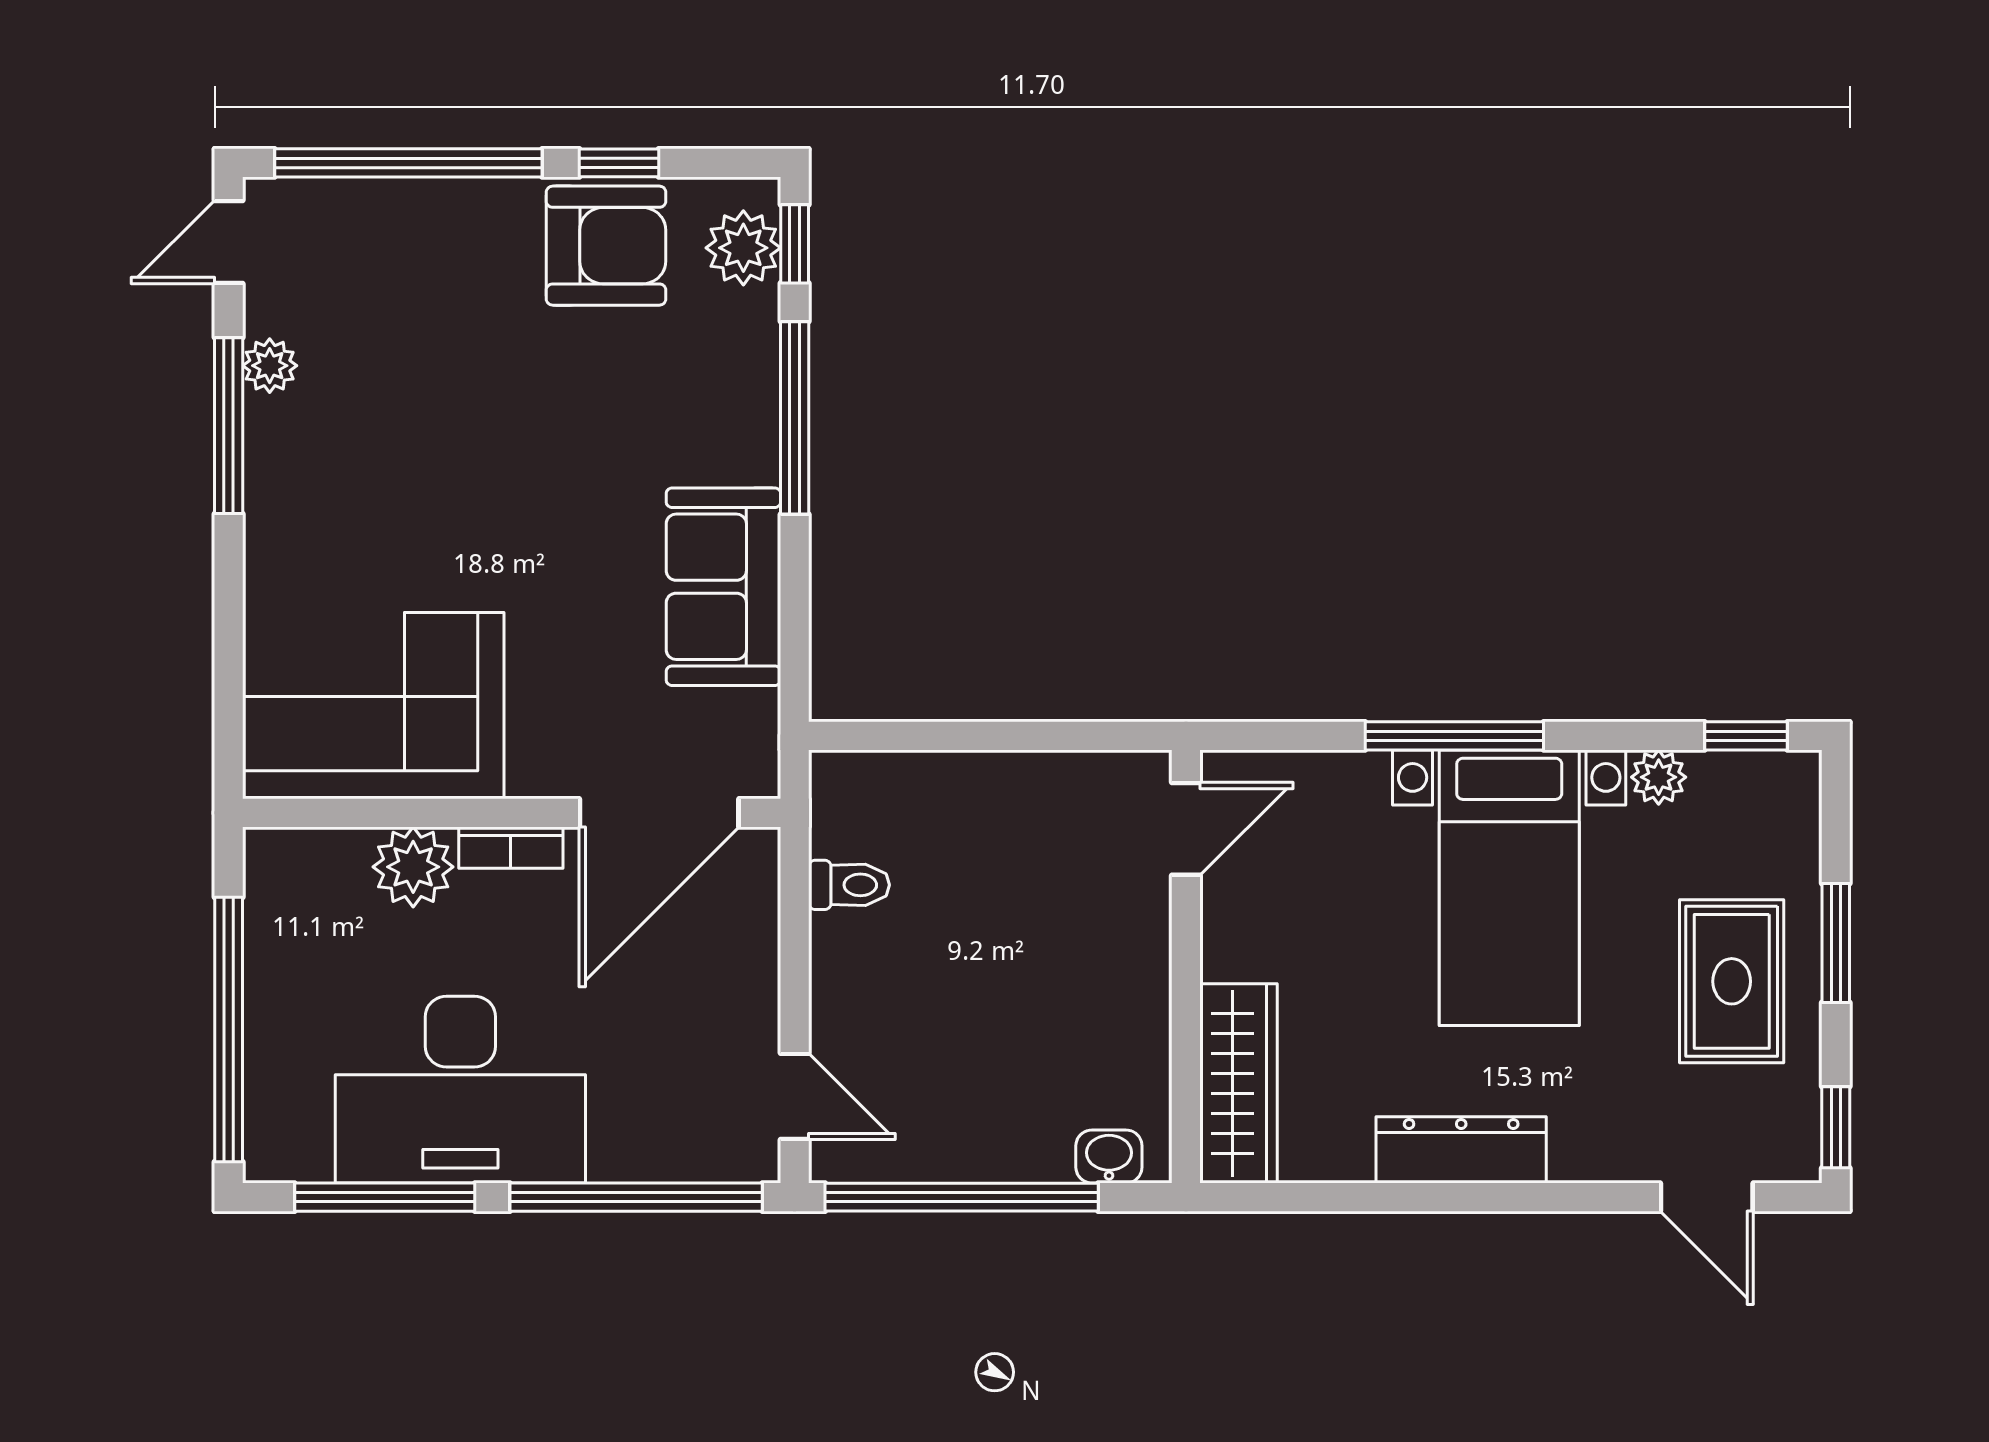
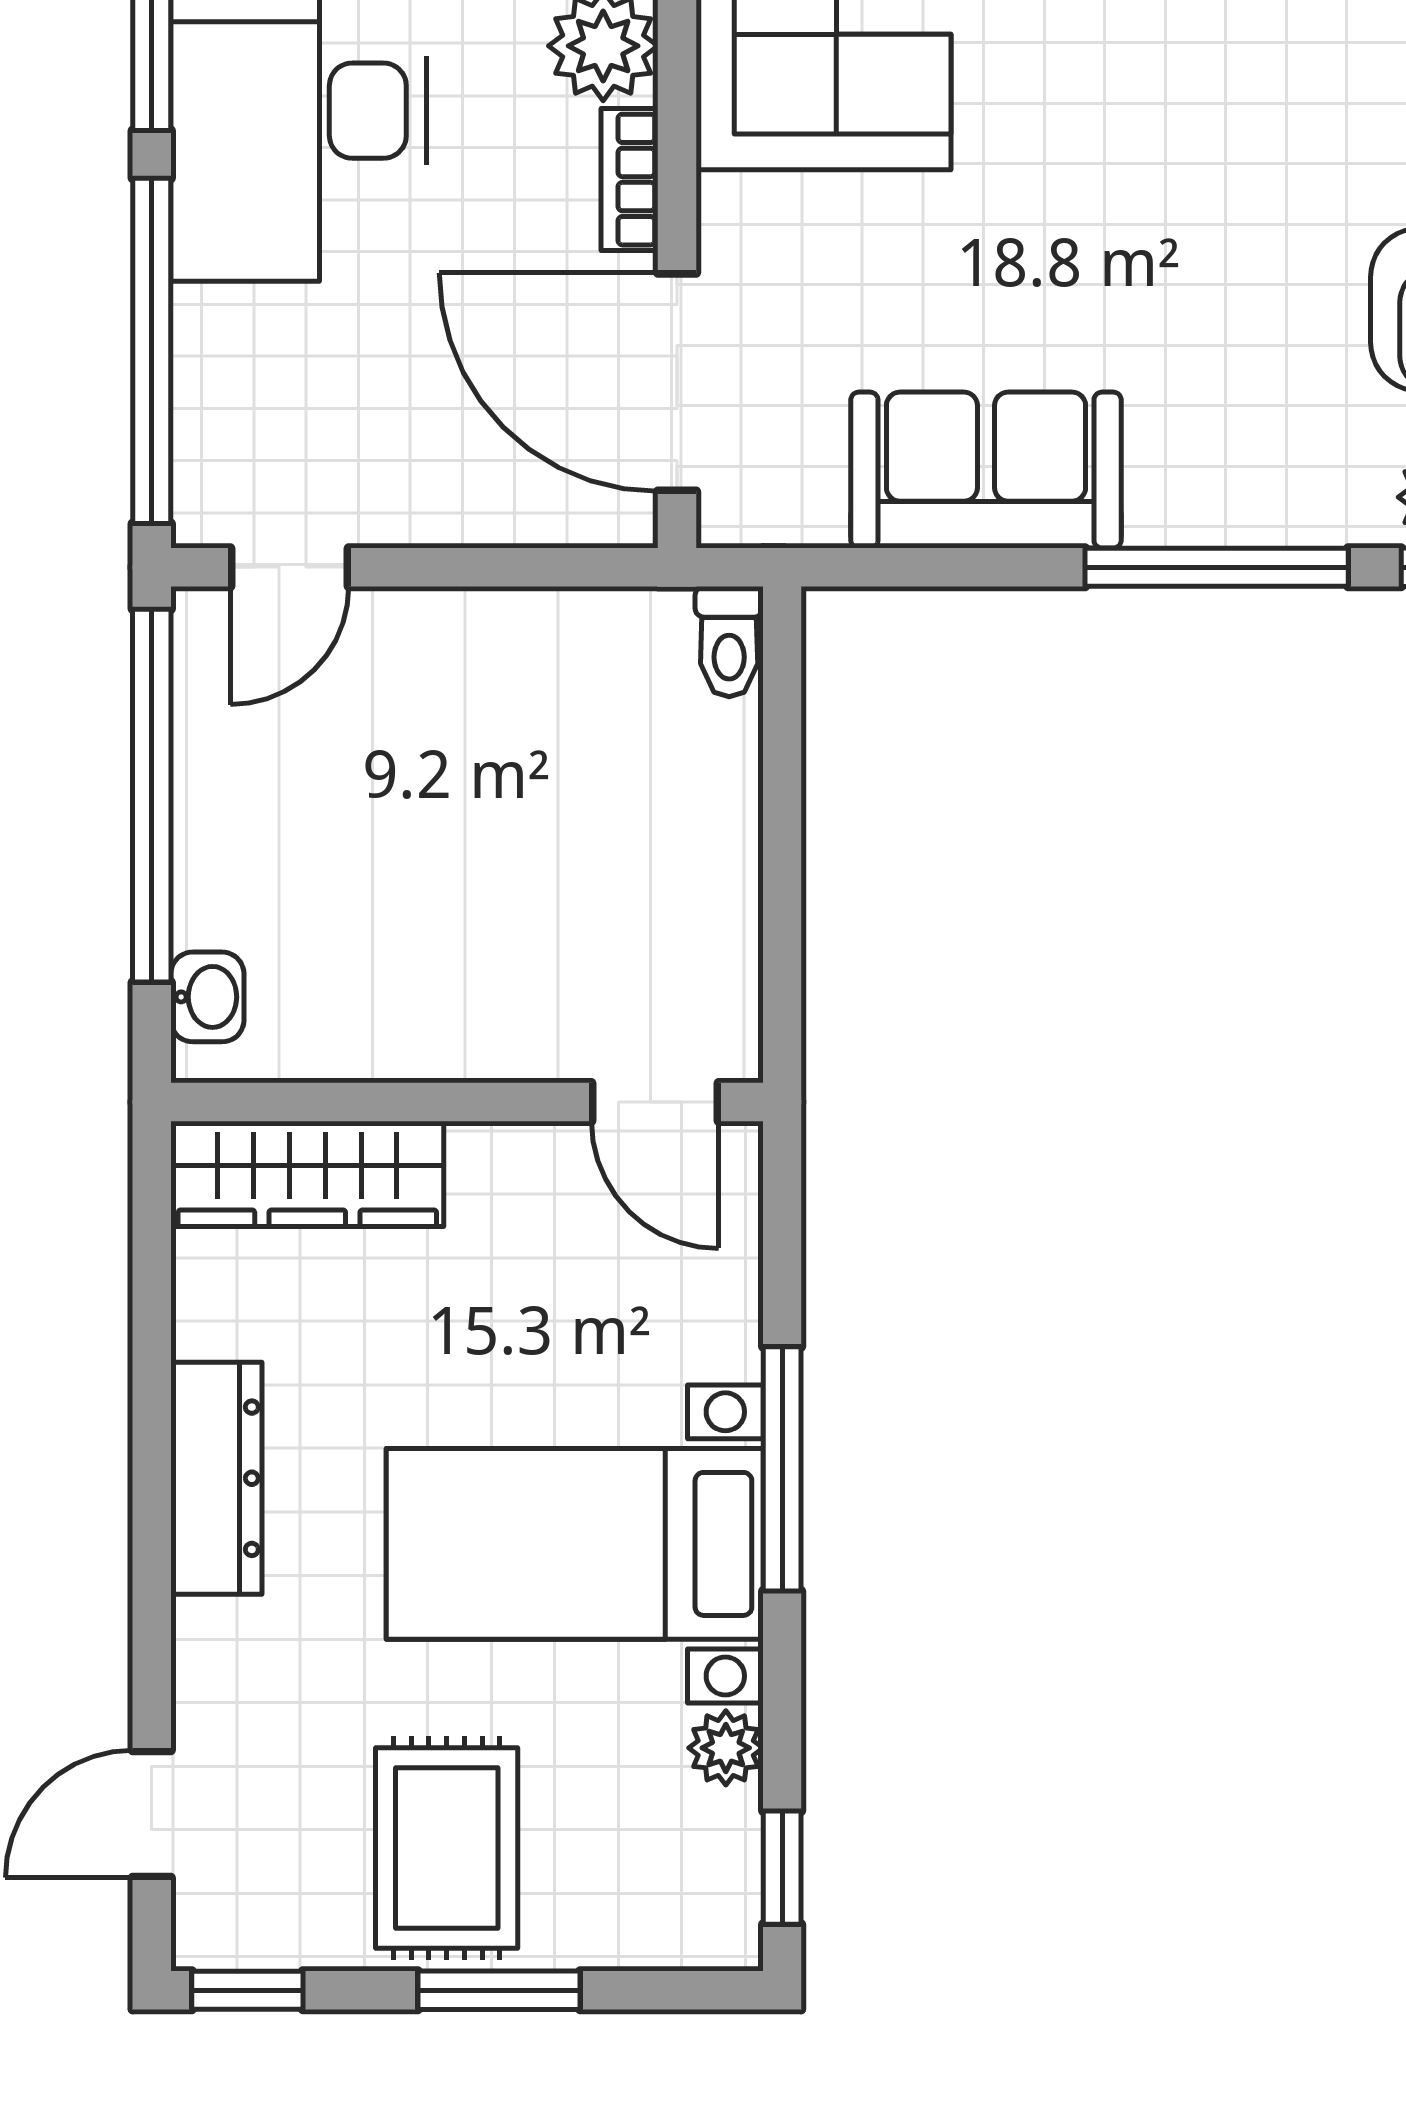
toilet: (849, 885) -> (729, 642), moved
rug: (1732, 981) -> (447, 1848), turned 90

